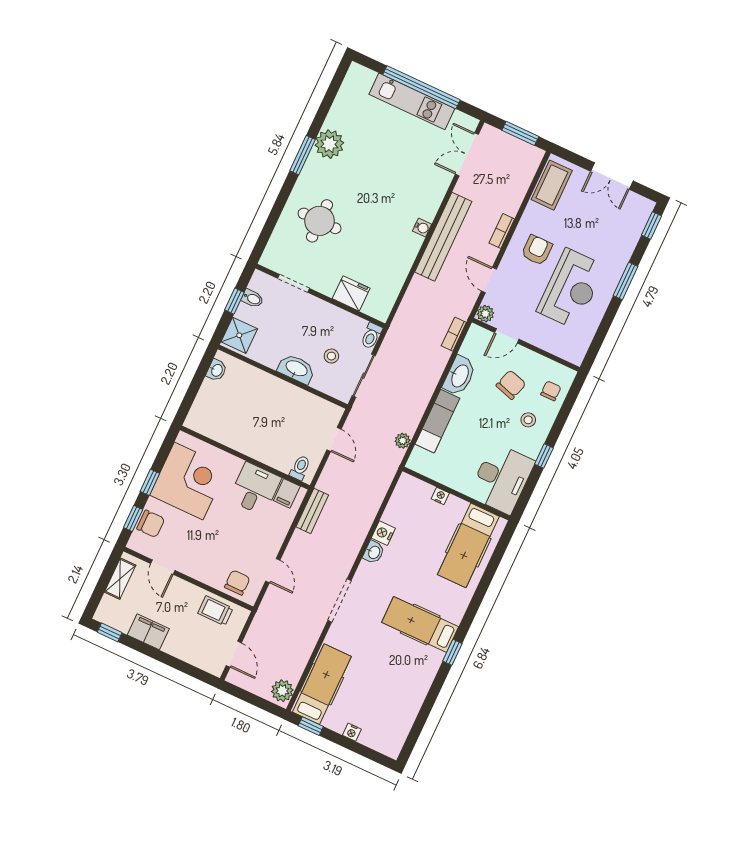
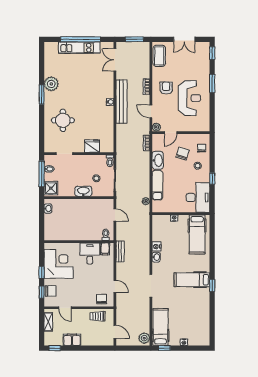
window: (234, 301) -> (42, 174), width x2.17

